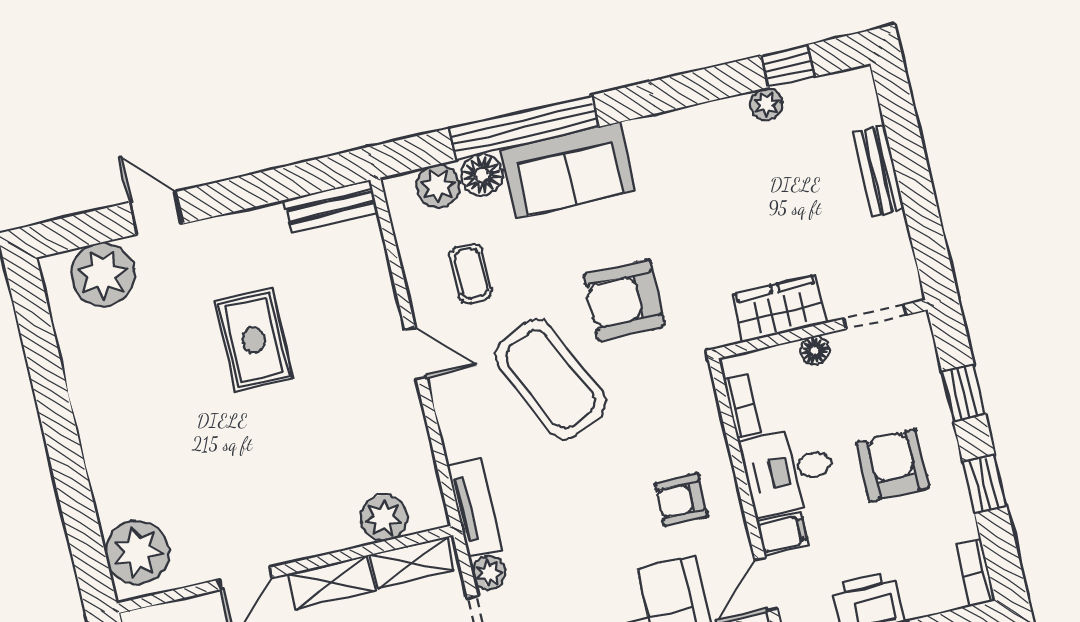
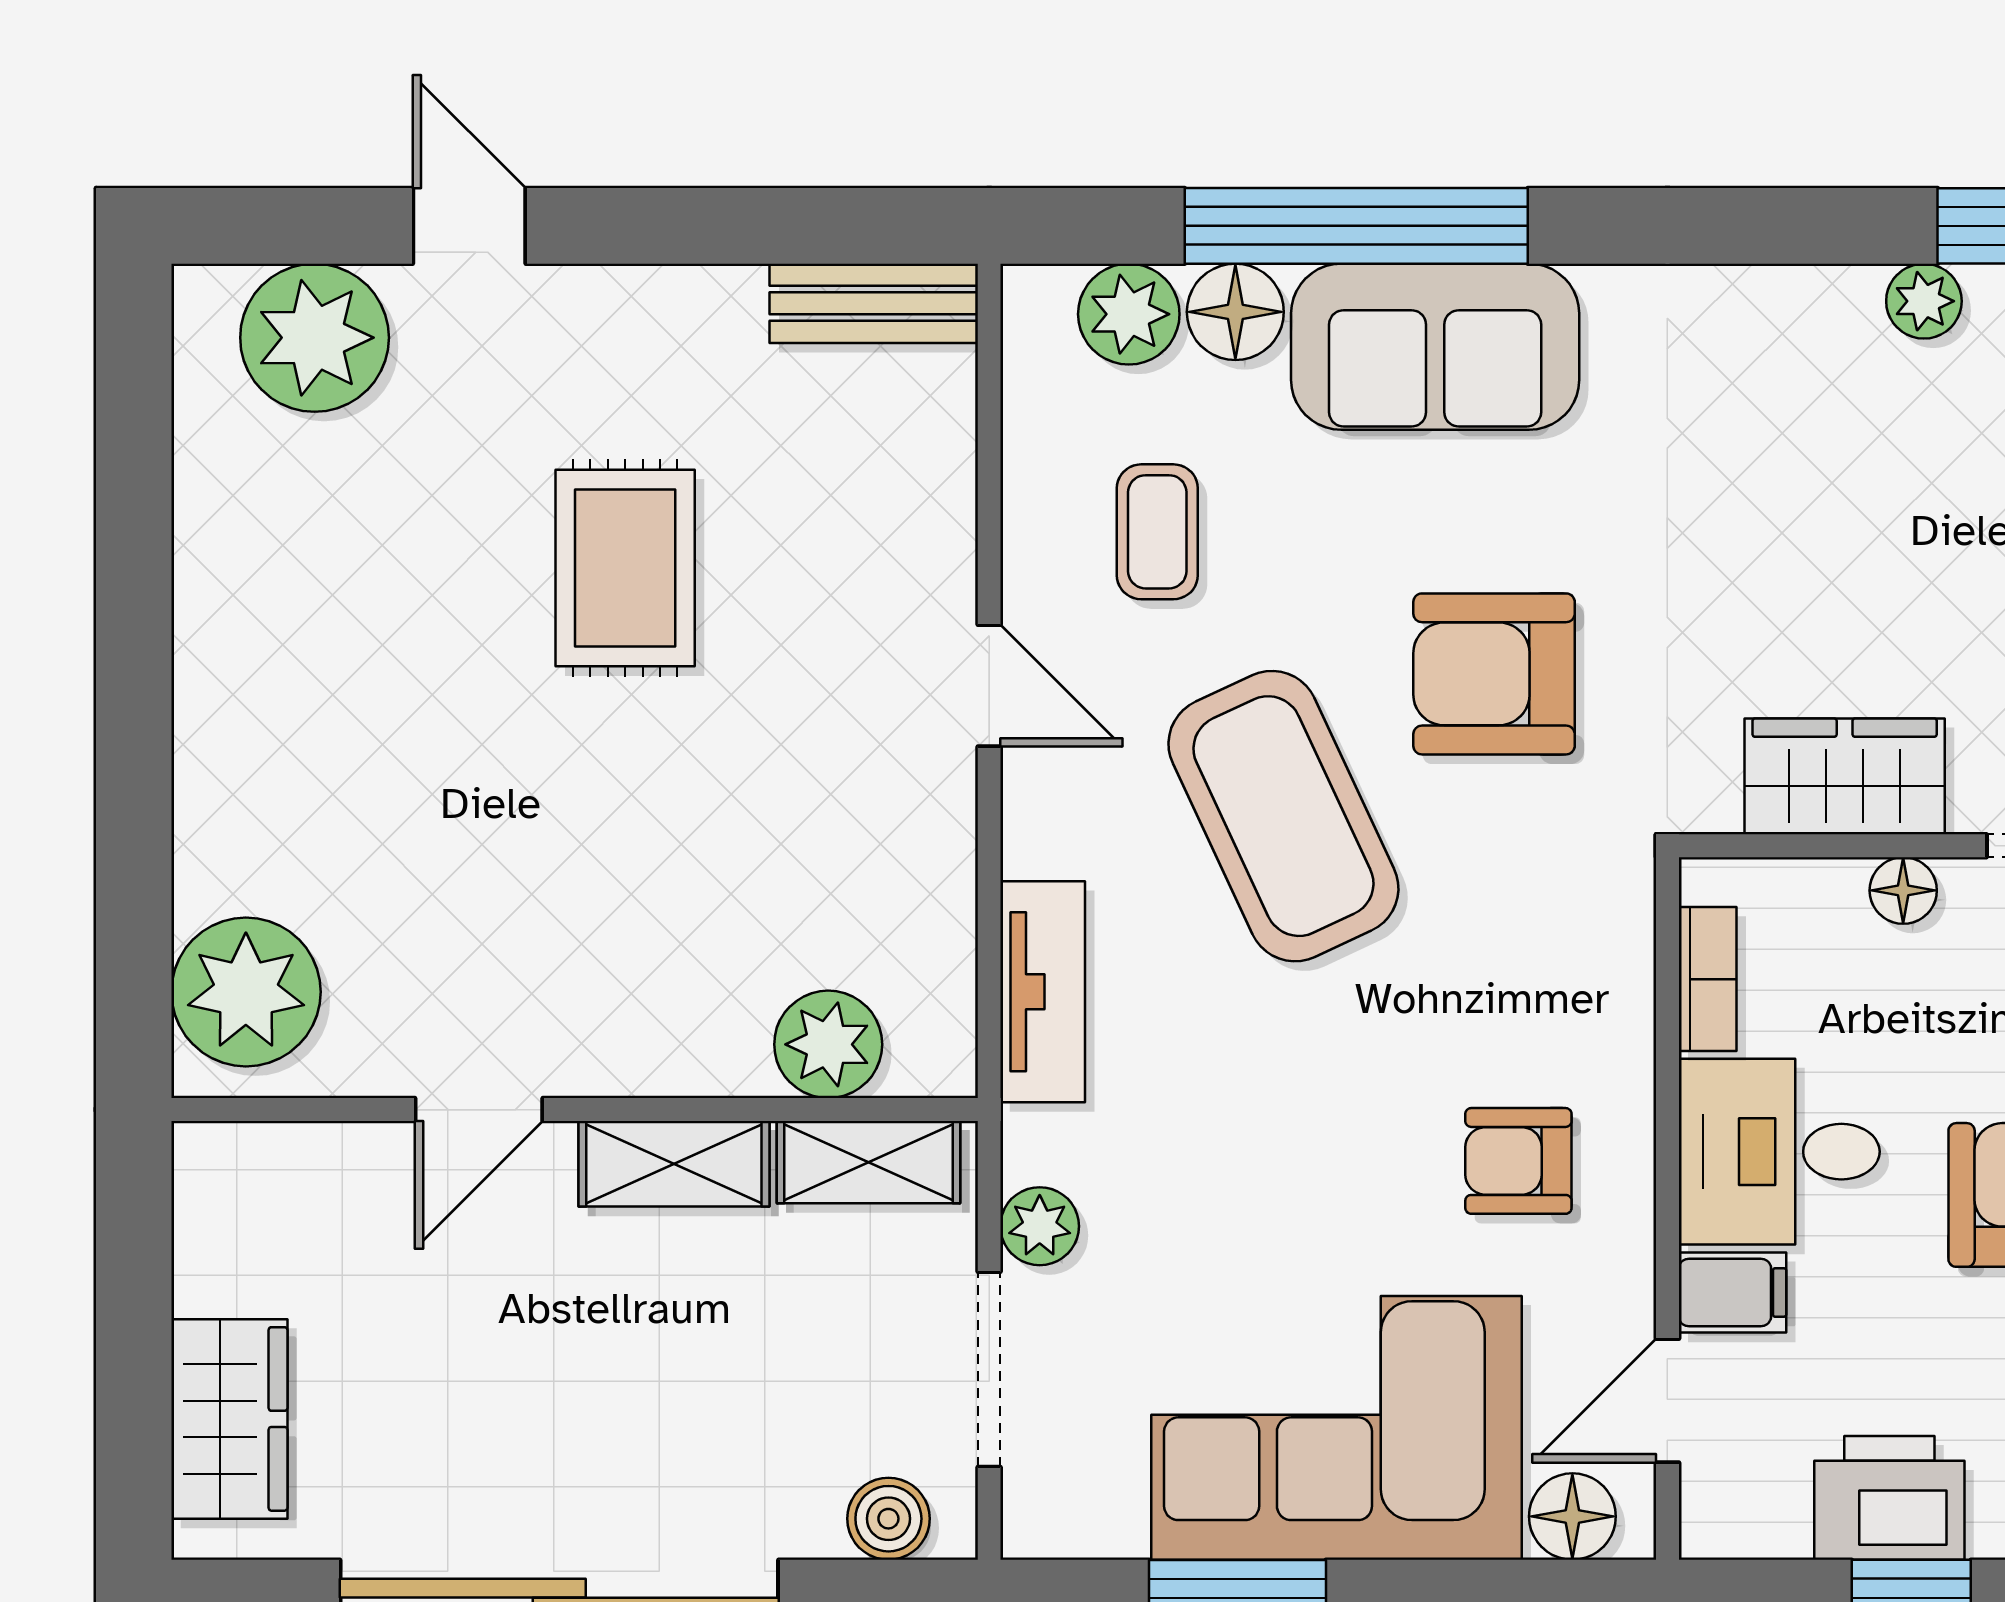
tv unit: (475, 507) -> (1043, 992), moved

